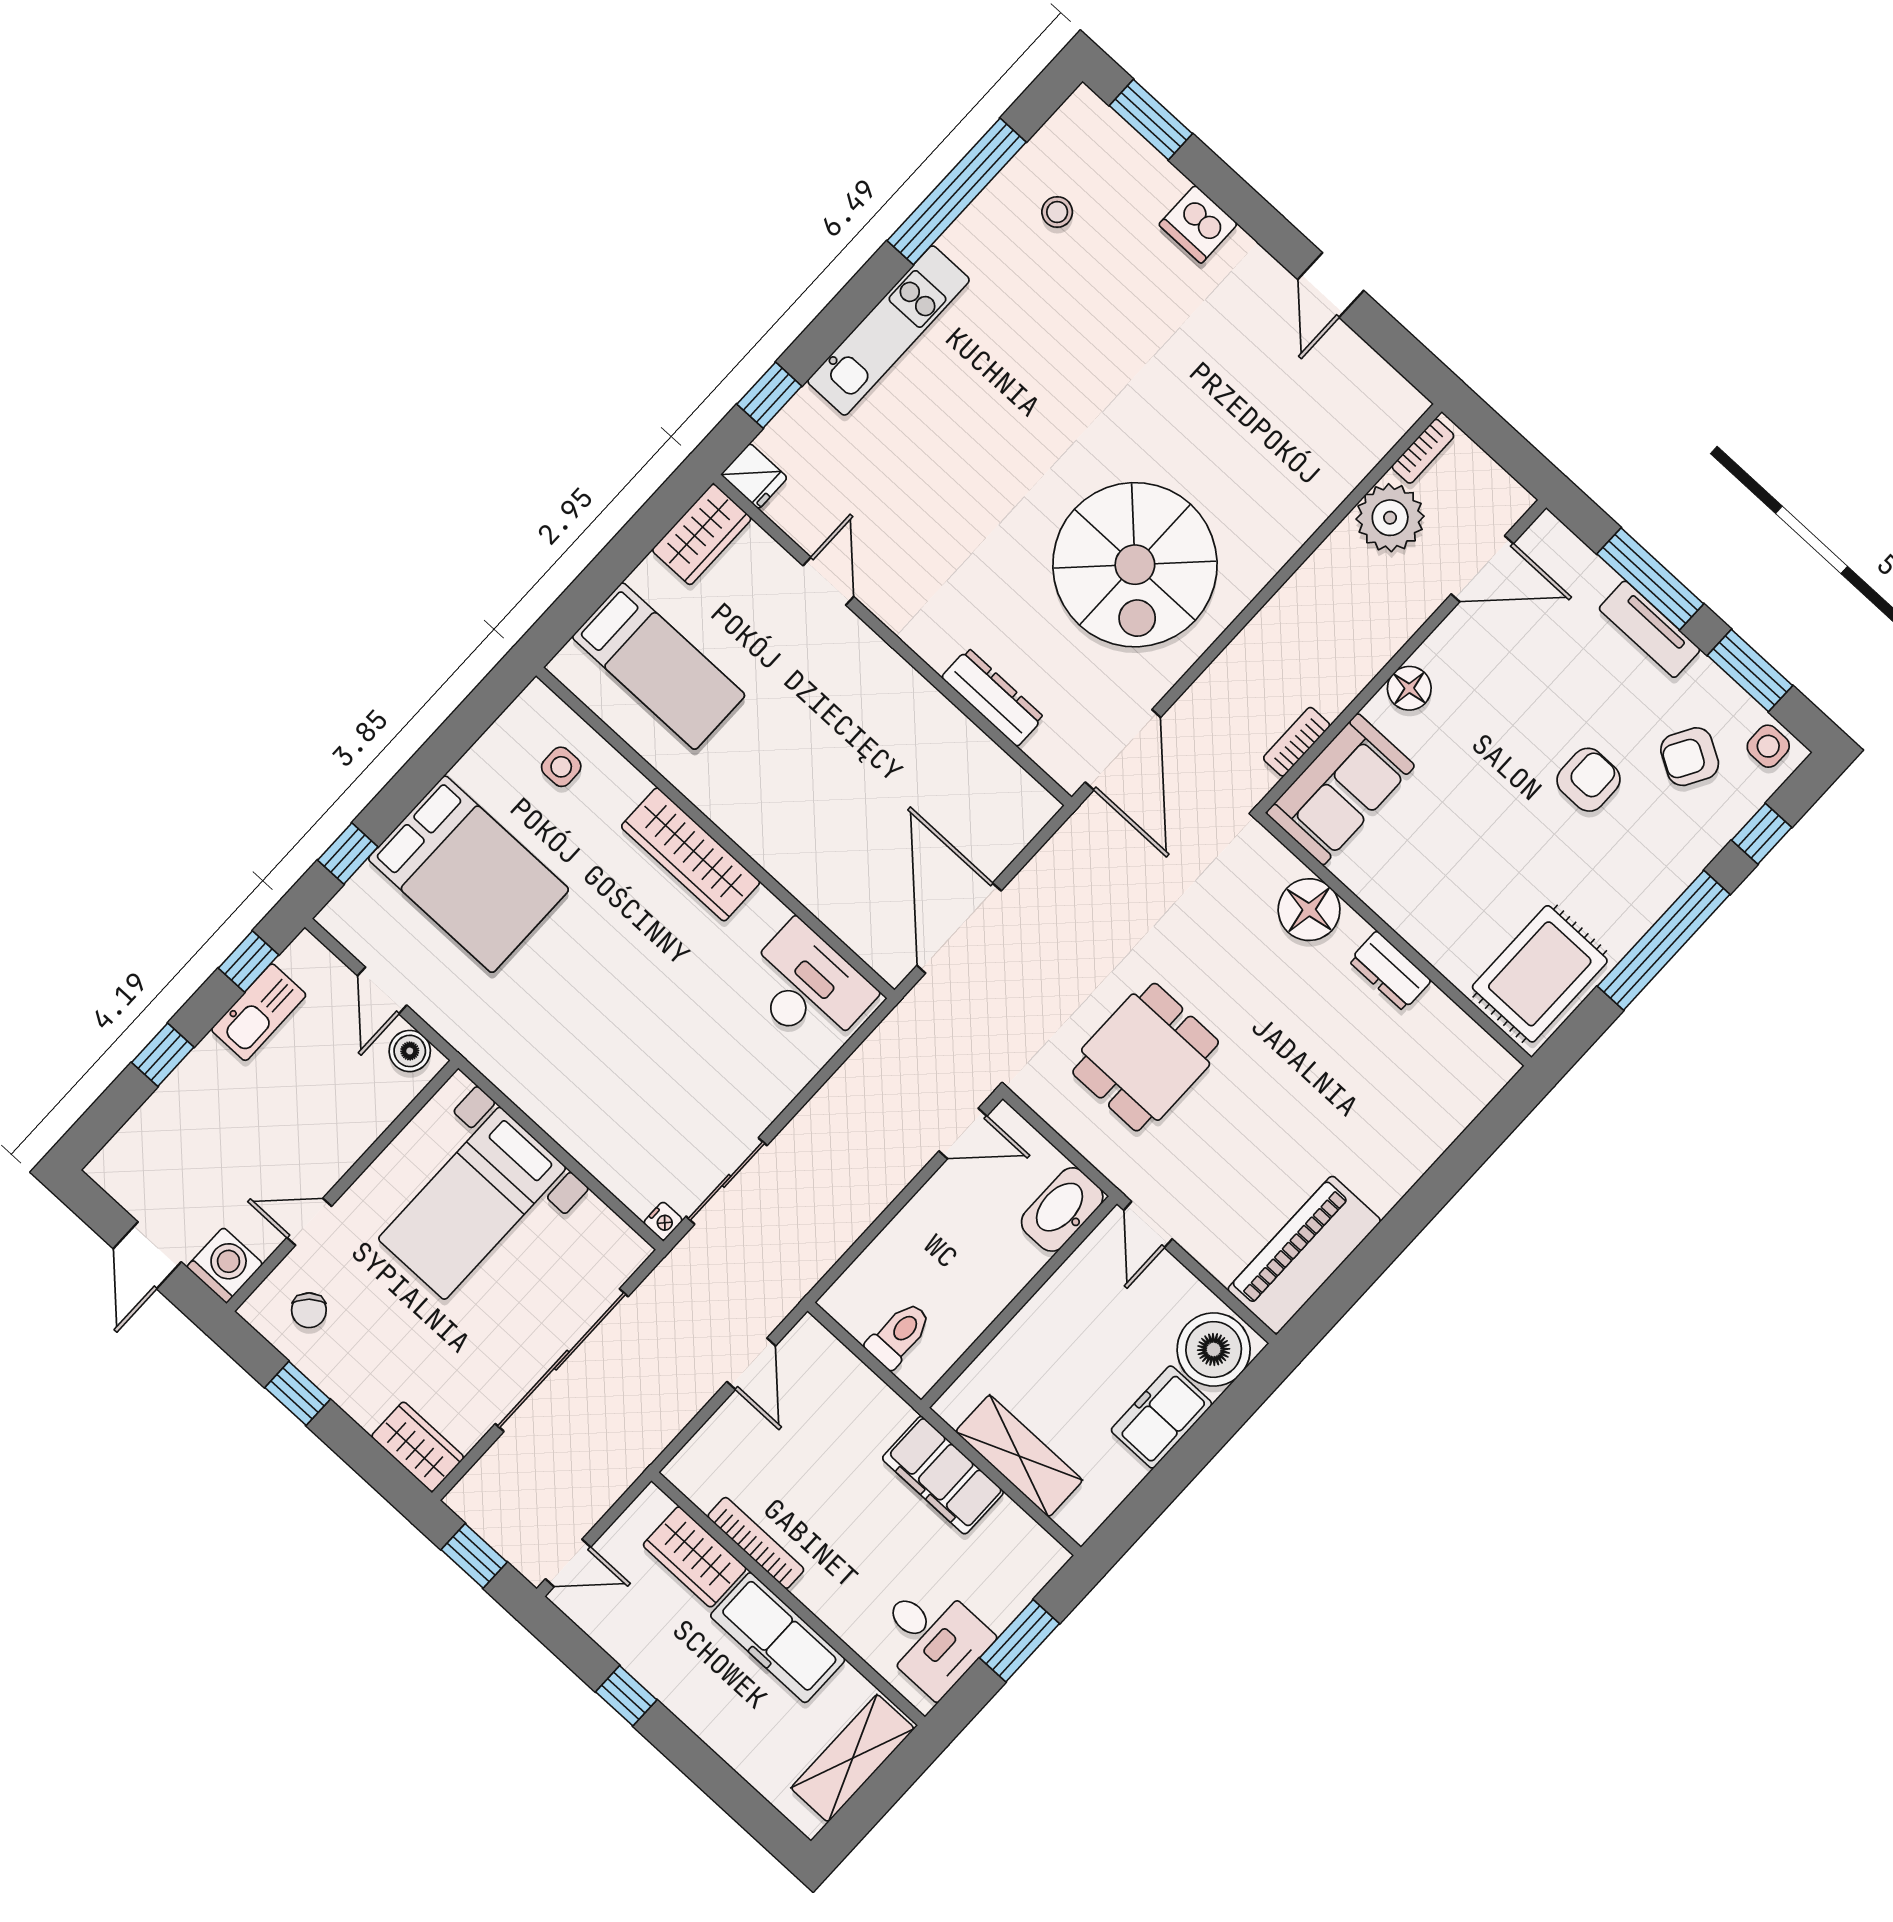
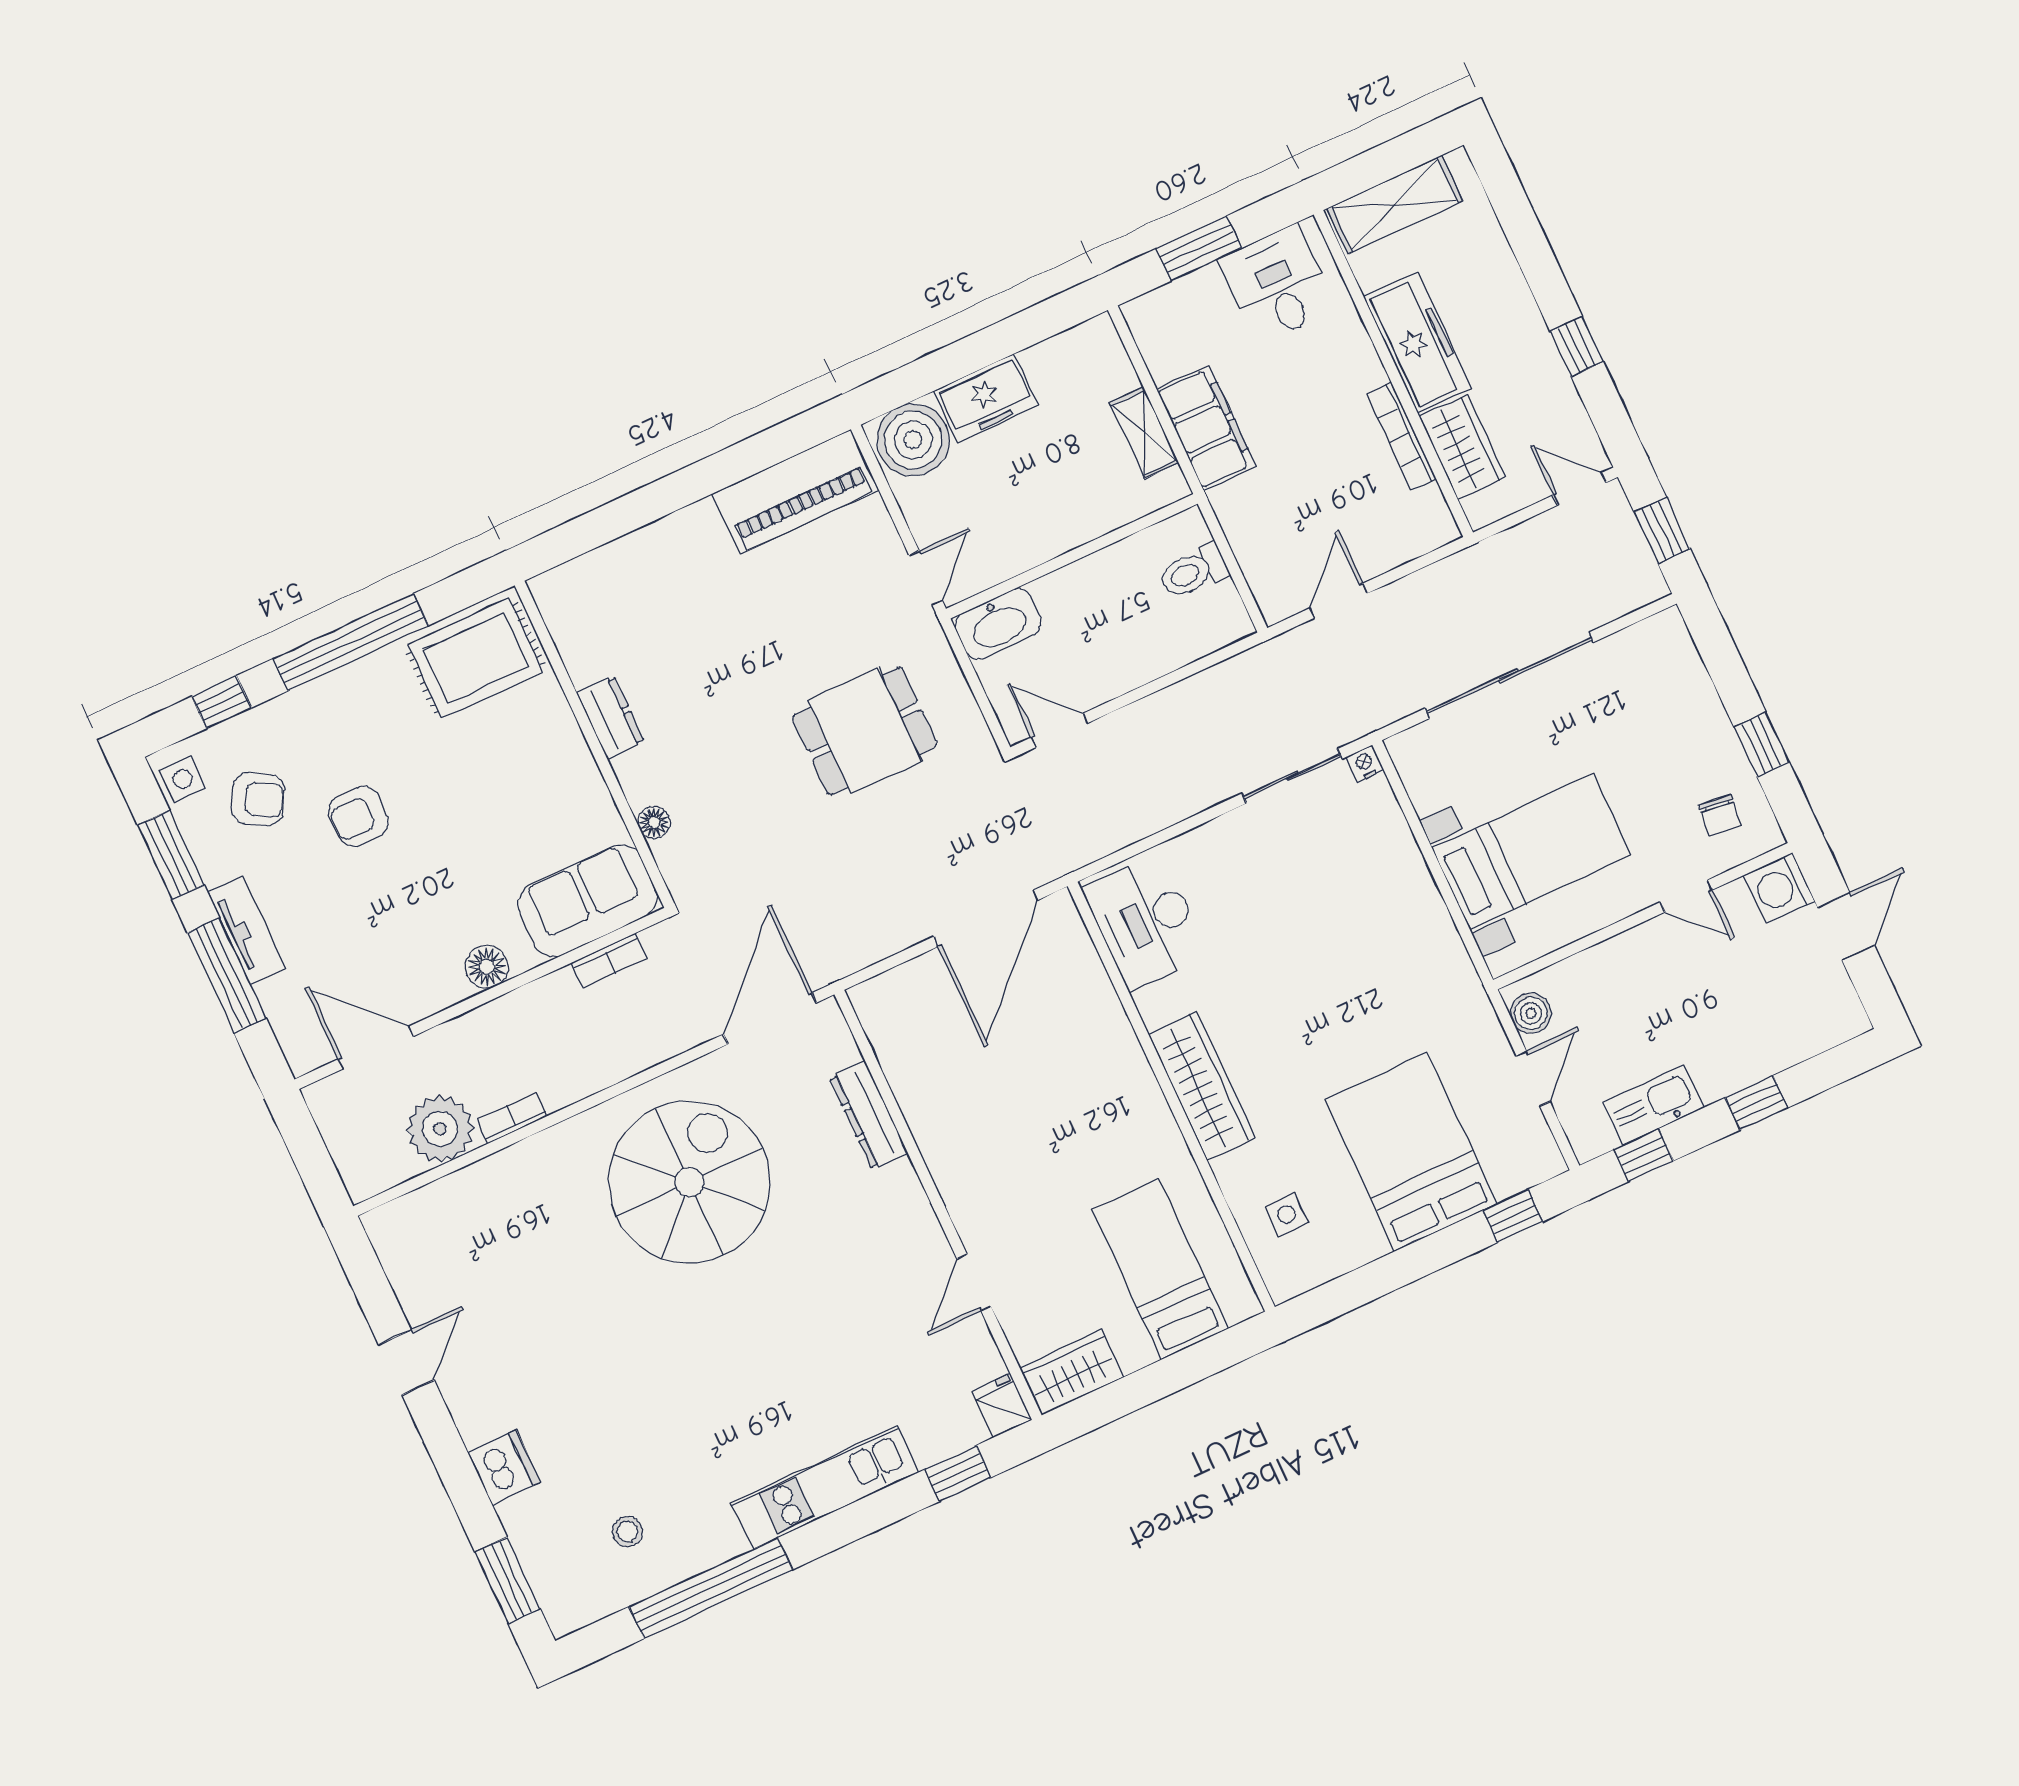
bookcase: (1423, 451) -> (512, 1118), moved
floor lamp: (1309, 910) -> (654, 822), width x0.53, depth x0.53
chair: (309, 1310) -> (1720, 816), turned 139
wardrobe: (418, 1447) -> (1672, 651), removed
shelving: (1019, 1456) -> (1144, 433), width x0.67, depth x0.75

